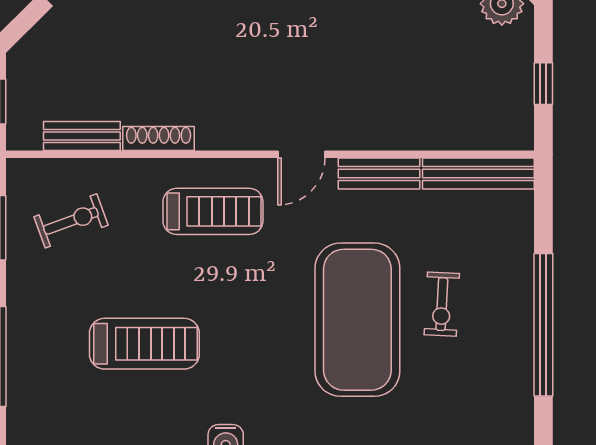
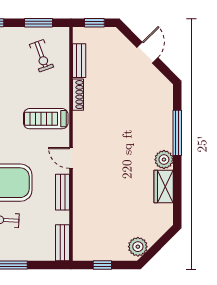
bench: (478, 174) -> (63, 243), width x0.73
treadmill: (213, 211) -> (46, 119), turned 90

